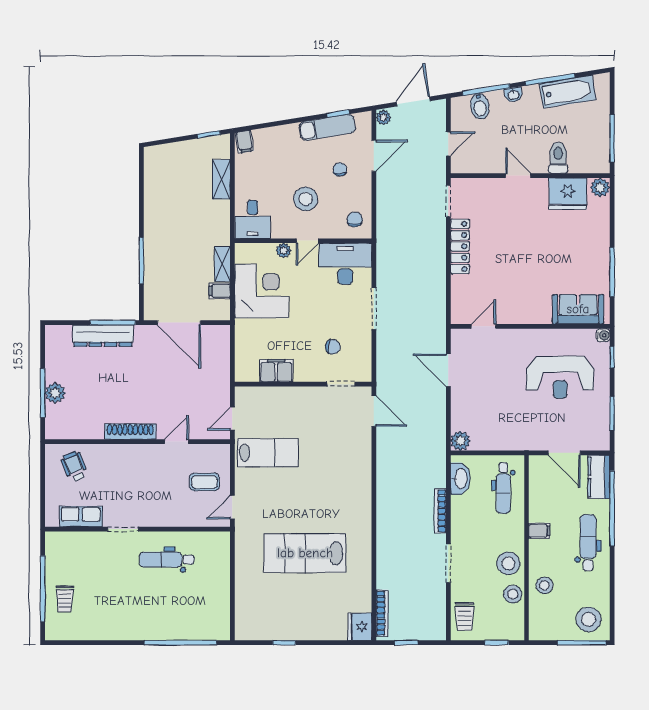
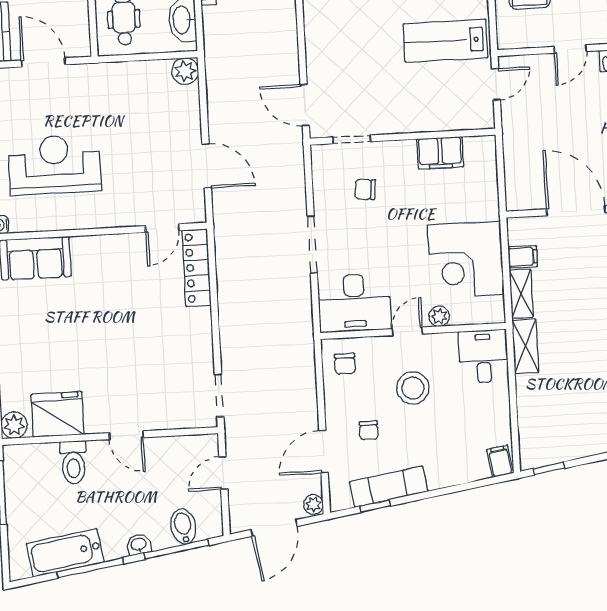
shelving: (221, 179) -> (525, 346), moved
locker: (460, 246) -> (196, 268), moved

